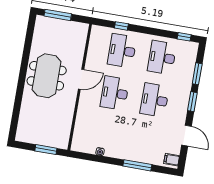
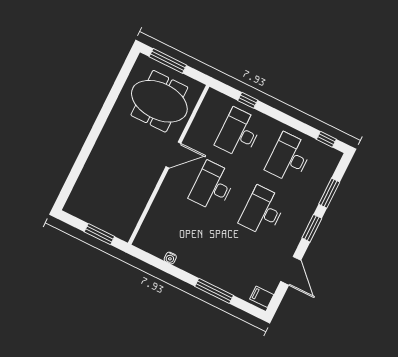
meeting table: (47, 76) -> (159, 101), moved, turned 90

